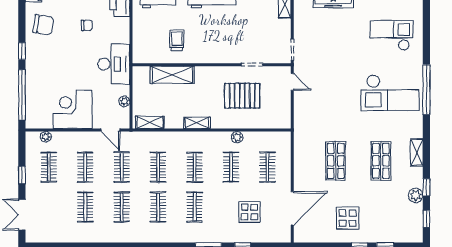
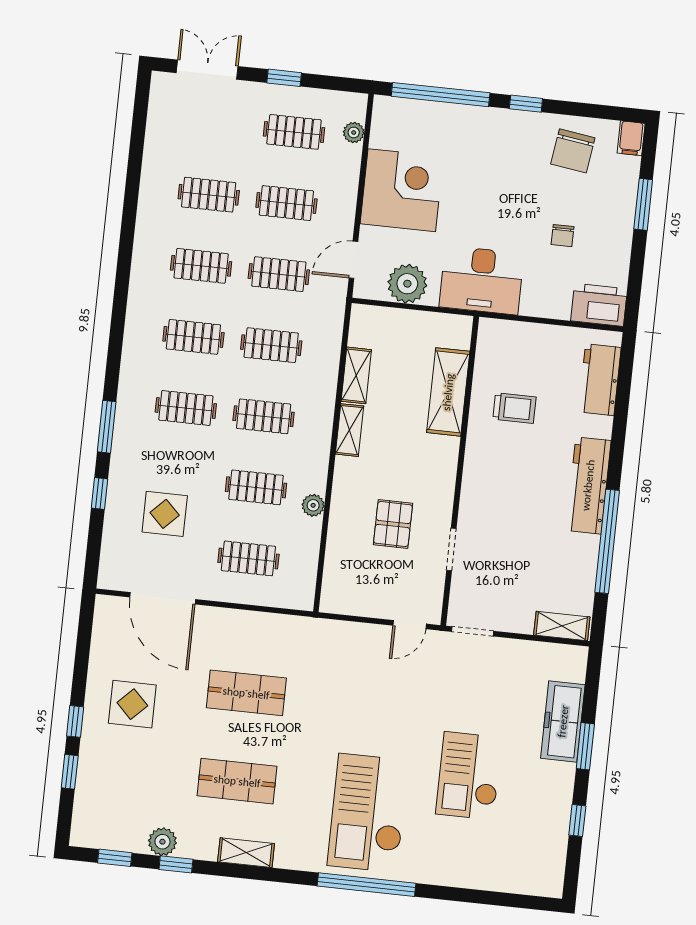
checkout: (391, 36) -> (469, 776), moved, turned 180
pallet: (242, 96) -> (393, 524), width x0.67, depth x0.71
plant: (124, 101) -> (407, 284), width x1.88, depth x1.88
shelving: (150, 122) -> (356, 375), moved

